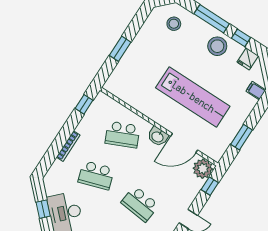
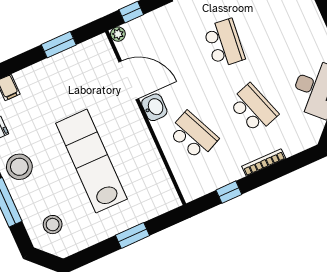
lab bench: (193, 97) -> (91, 161), moved
window: (84, 104) -> (229, 192), moved
plant: (203, 169) -> (118, 34), width x0.53, depth x0.53

